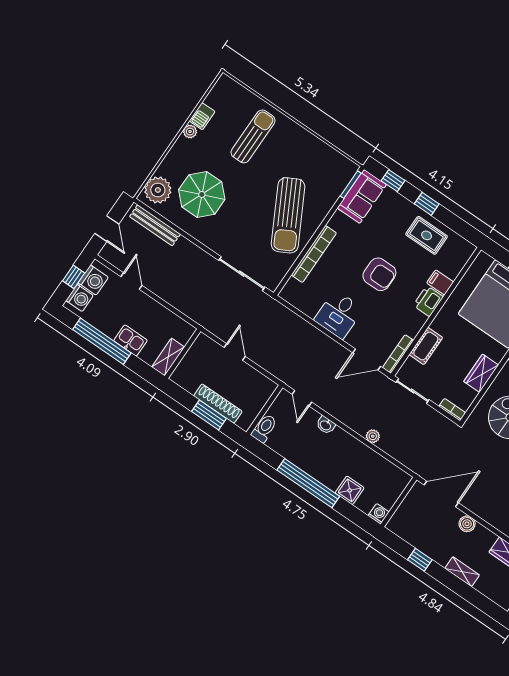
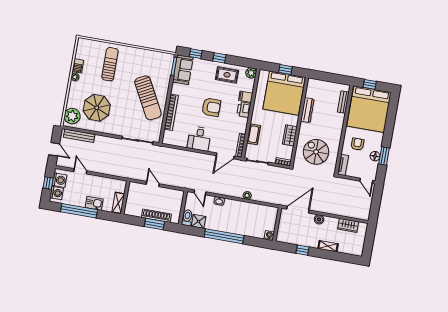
plant: (465, 249) -> (251, 73), added
shower: (350, 490) -> (199, 221), moved

